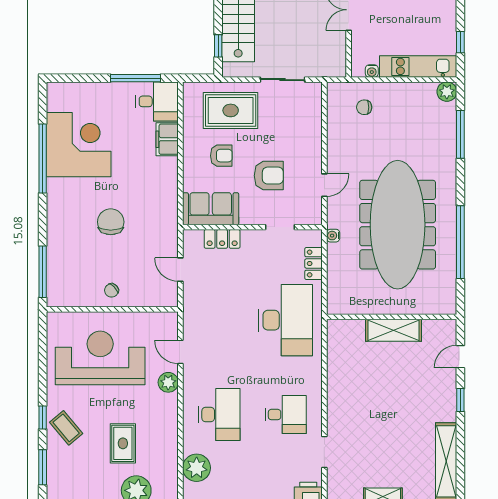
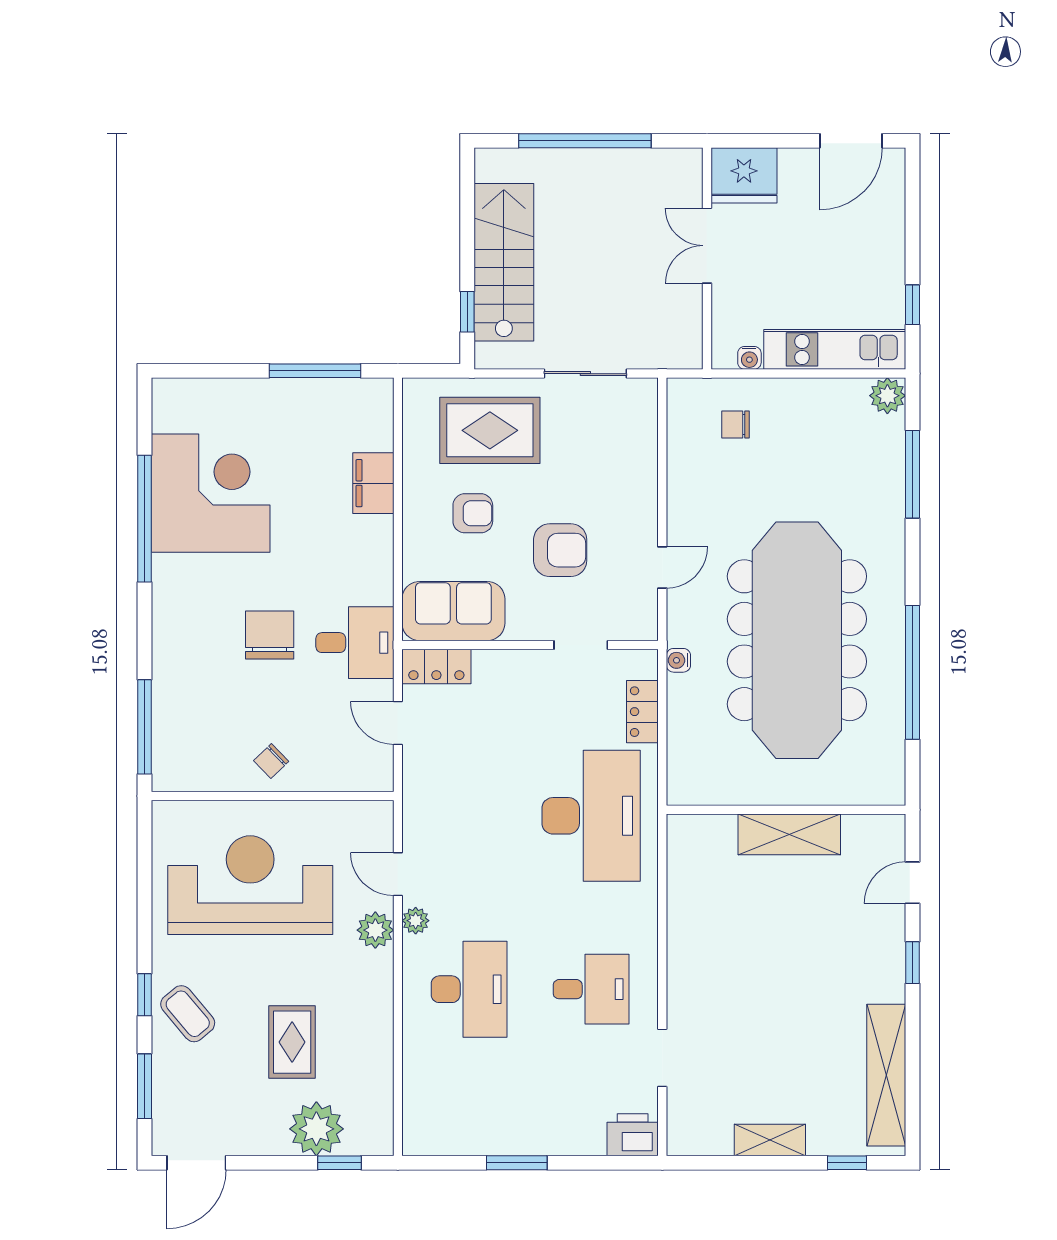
desk: (157, 101) -> (355, 643), moved
locker: (222, 239) -> (436, 666), moved
plant: (197, 468) -> (416, 921), moved, width x0.53, depth x0.53

